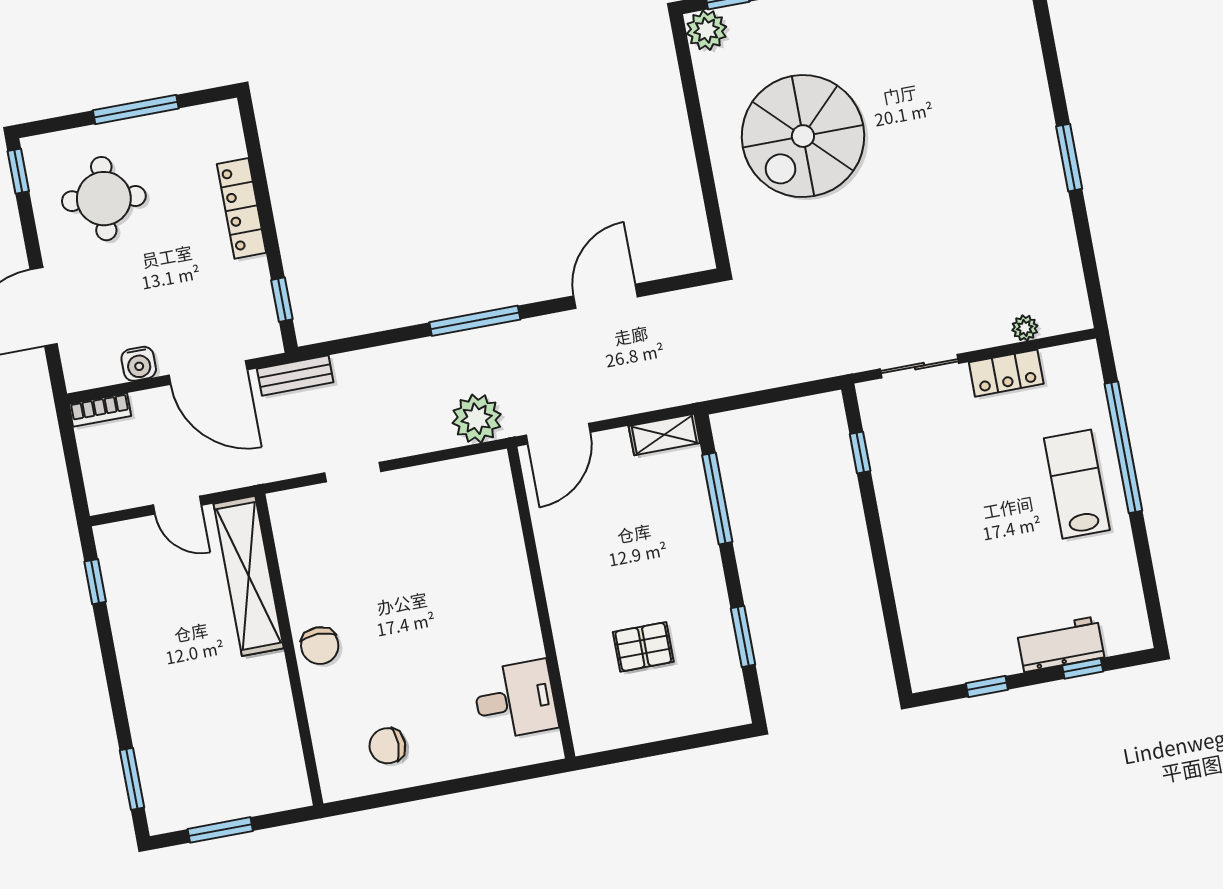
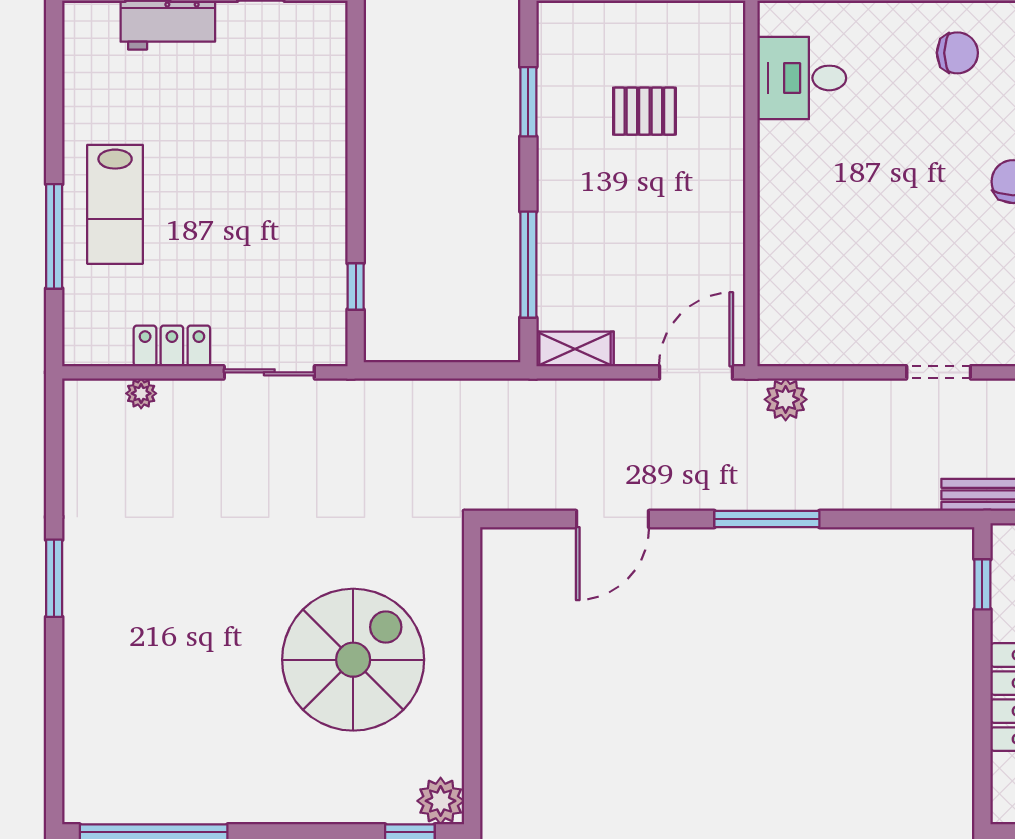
plant: (477, 419) -> (786, 399), width x0.73, depth x0.73
window: (1123, 447) -> (54, 236), width x0.68

